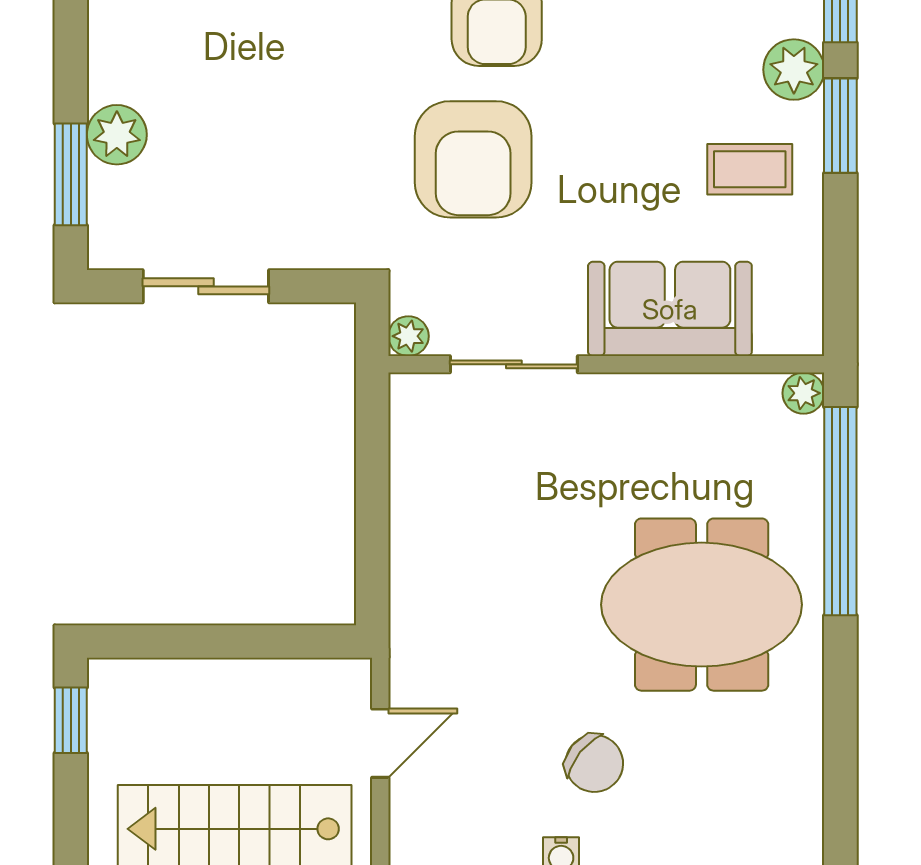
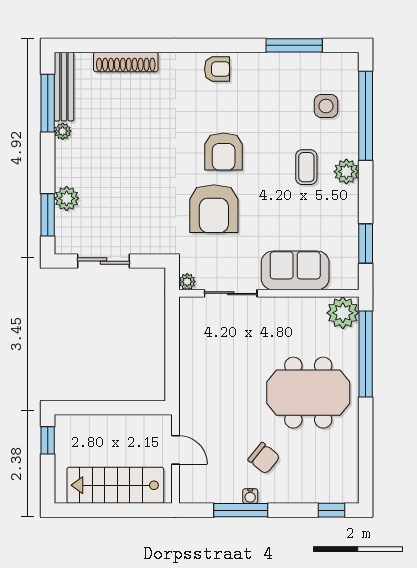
window: (840, 126) -> (366, 243), moved
coffee table: (750, 169) -> (306, 167), moved, turned 90
plant: (803, 393) -> (343, 313), width x1.88, depth x1.88
door: (380, 743) -> (175, 450), hinge flipped

